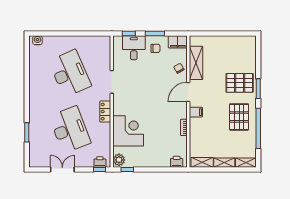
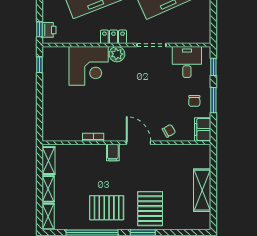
desk: (134, 48) -> (187, 62), moved, turned -90
shelving: (196, 63) -> (202, 190), moved, turned 90
plant: (119, 160) -> (117, 54), moved
printer: (177, 162) -> (49, 128), removed

